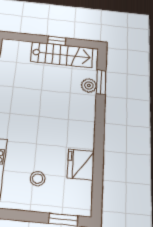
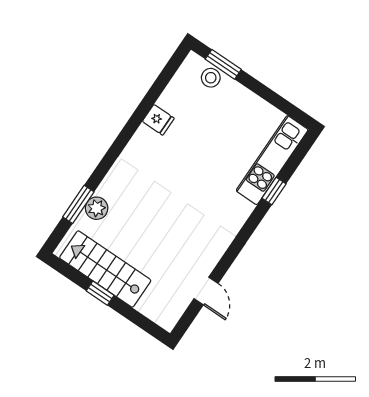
fridge: (81, 164) -> (158, 120), width x0.53, depth x0.75
stool: (38, 179) -> (211, 78), moved

